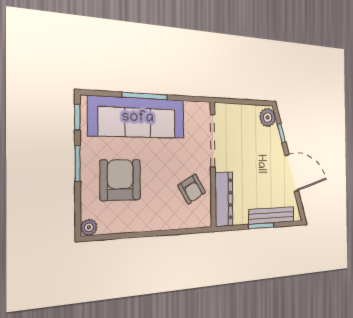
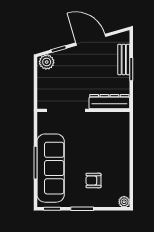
door: (292, 173) -> (91, 40), hinge flipped
armchair: (120, 180) -> (93, 180), width x0.53, depth x0.53
armchair: (192, 189) -> (101, 128), removed
bench: (272, 215) -> (124, 59), width x0.73

